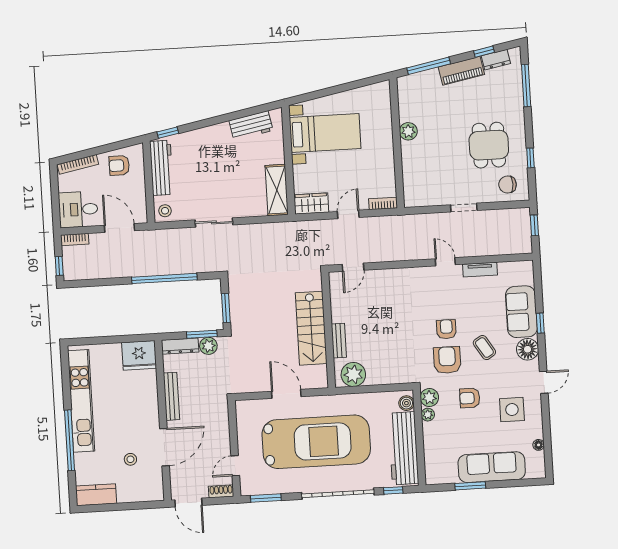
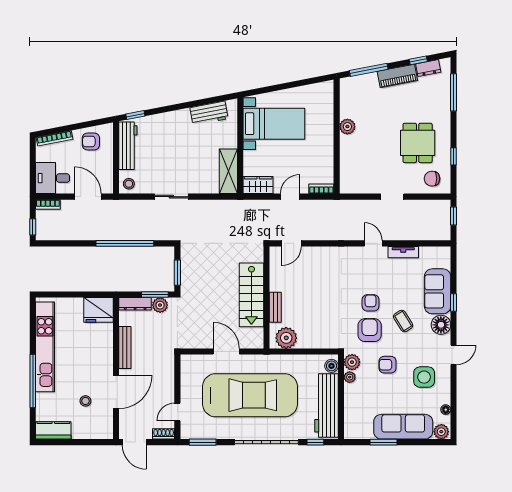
plant: (535, 470) -> (441, 432), added

